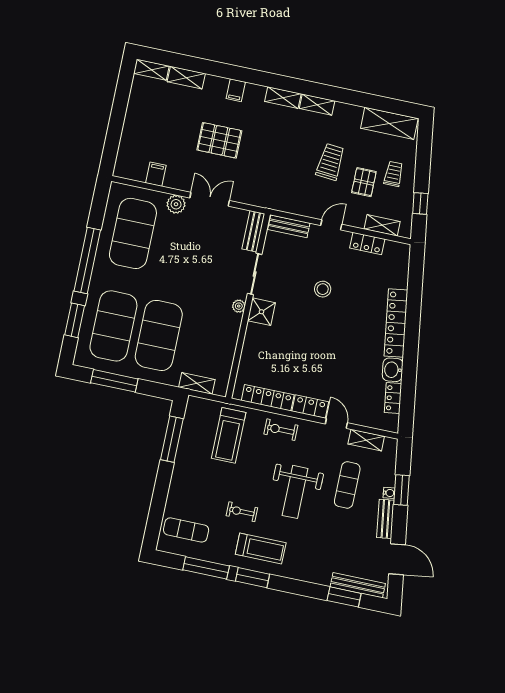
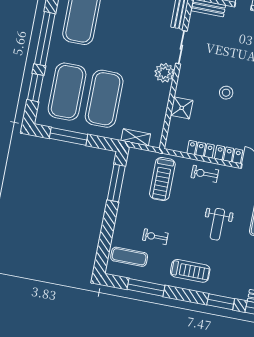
stool: (323, 289) -> (226, 93), moved
plant: (239, 306) -> (164, 73), width x1.87, depth x1.87
shower: (261, 312) -> (182, 108), moved
locker: (268, 398) -> (201, 149), width x0.66
weight bench: (295, 492) -> (217, 224), width x0.73, depth x0.75
exercise bike: (242, 512) -> (155, 237), moved
window: (252, 578) -> (221, 302), moved

